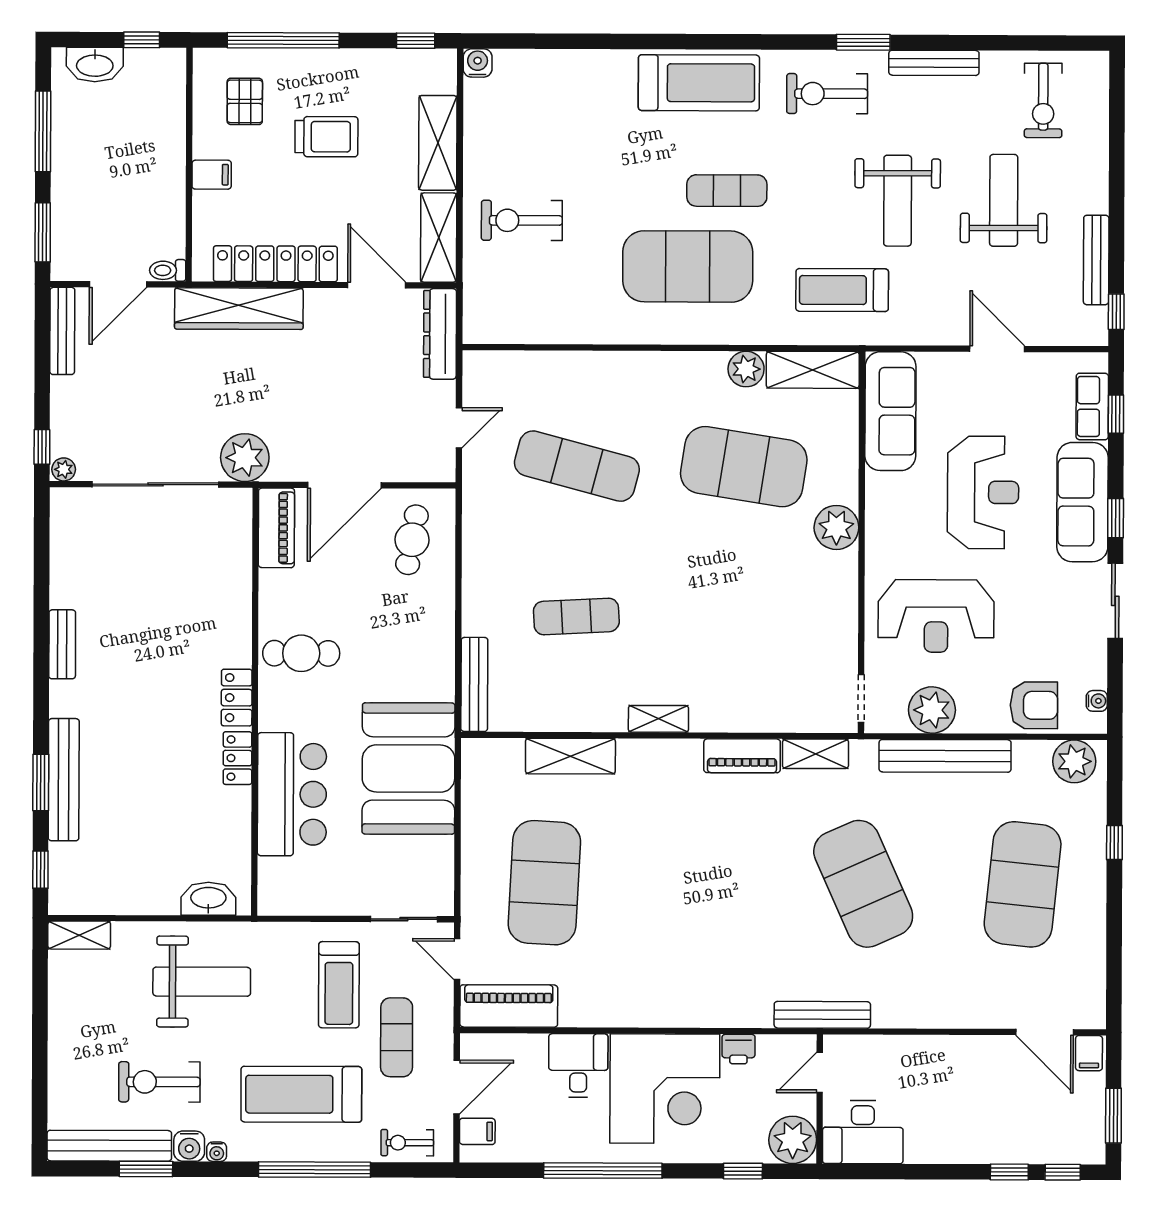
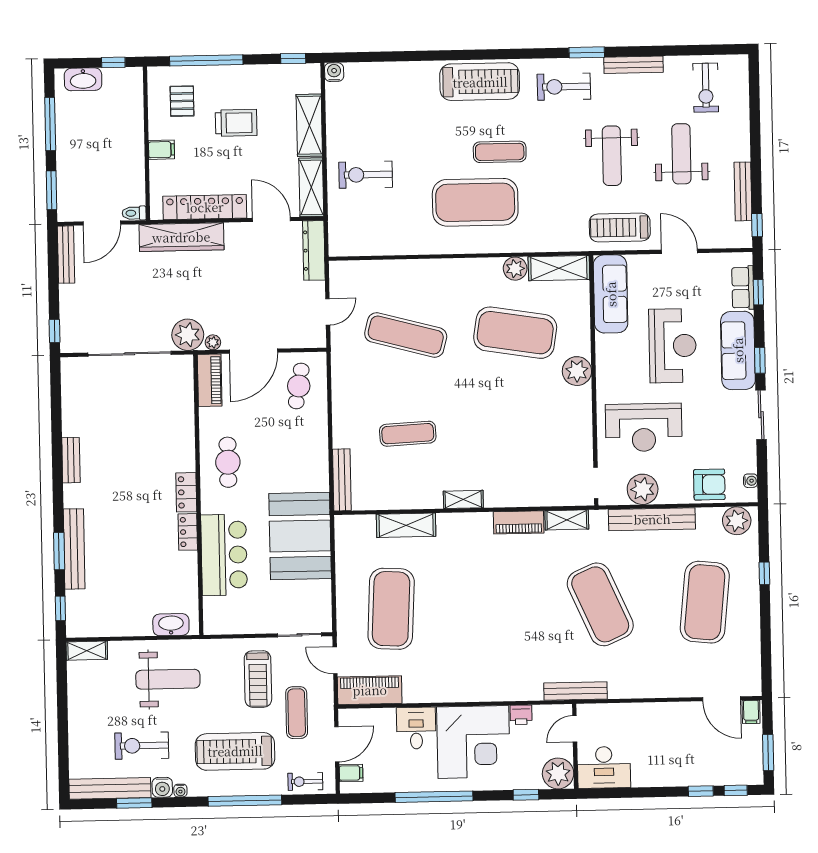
treadmill: (842, 290) -> (620, 228), moved
plant: (64, 469) -> (213, 342), moved
cafe table: (301, 653) -> (228, 462), turned 90

